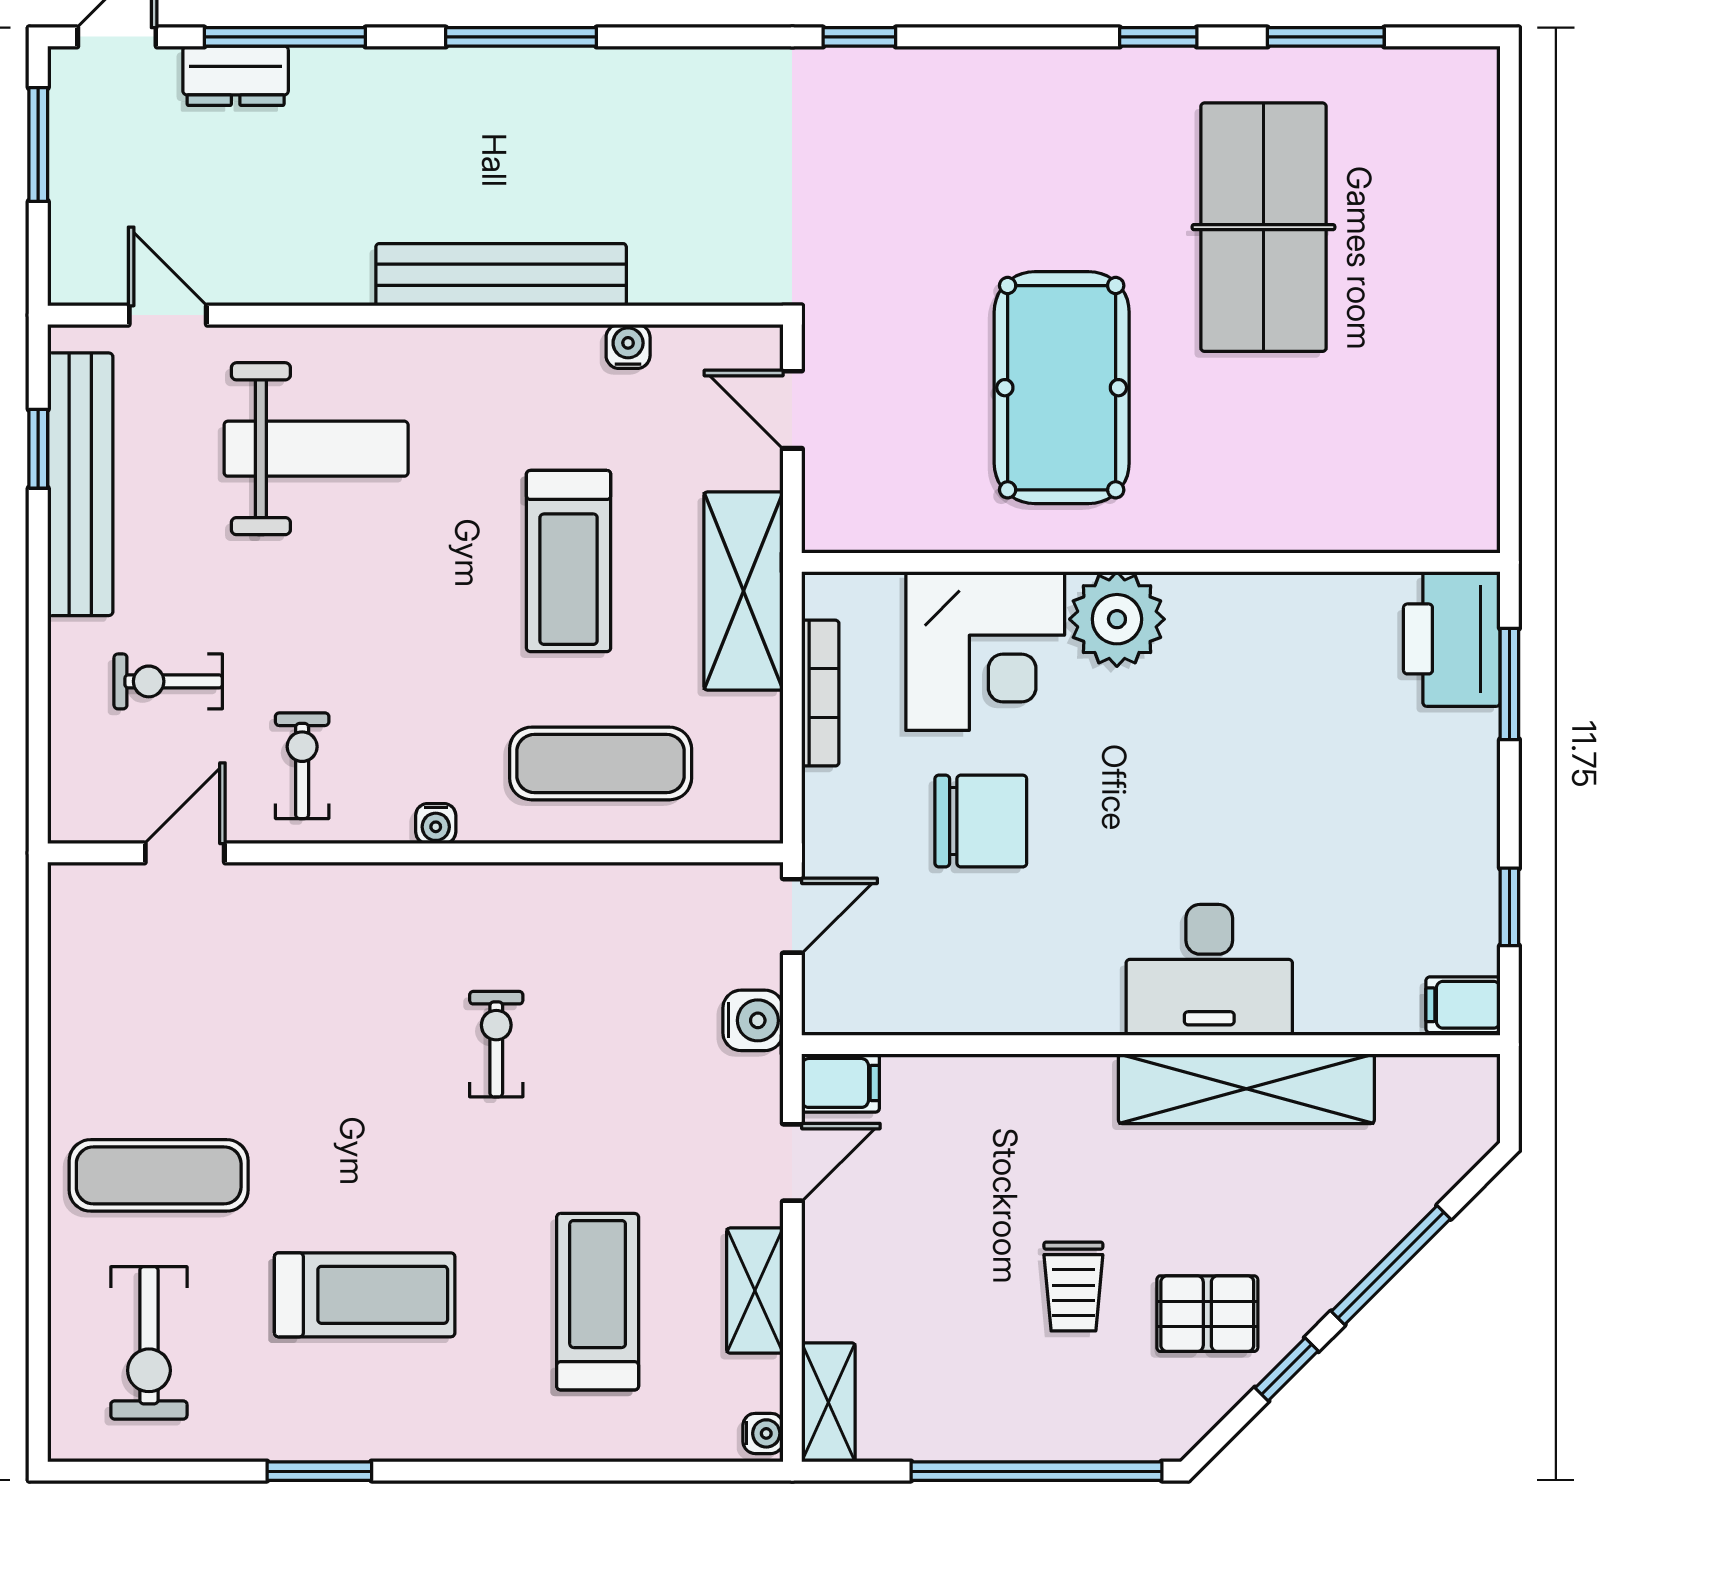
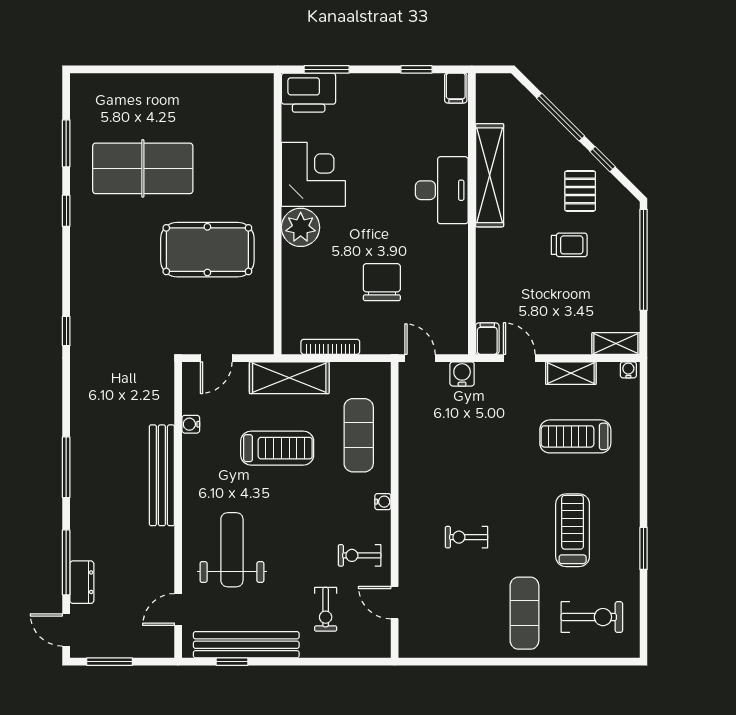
corner desk: (985, 651) -> (313, 174), moved
exercise bike: (496, 1044) -> (467, 537), moved

